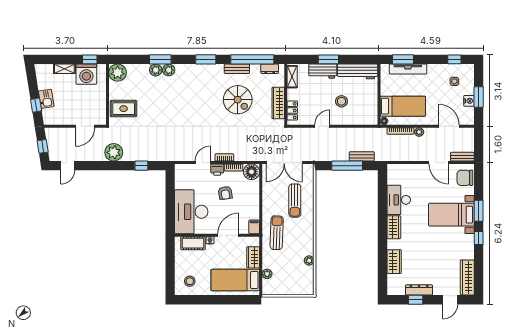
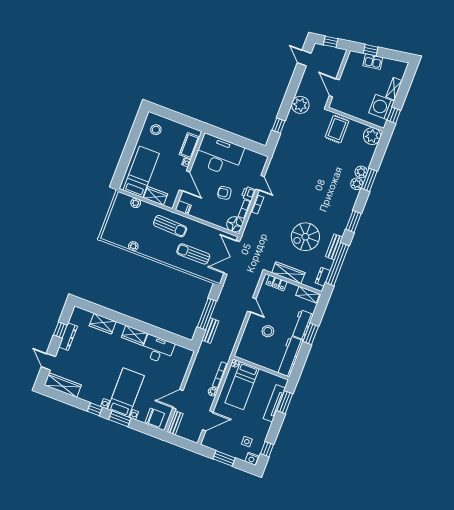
nightstand: (469, 101) -> (252, 459), moved
chair: (465, 178) -> (155, 418), turned 90

